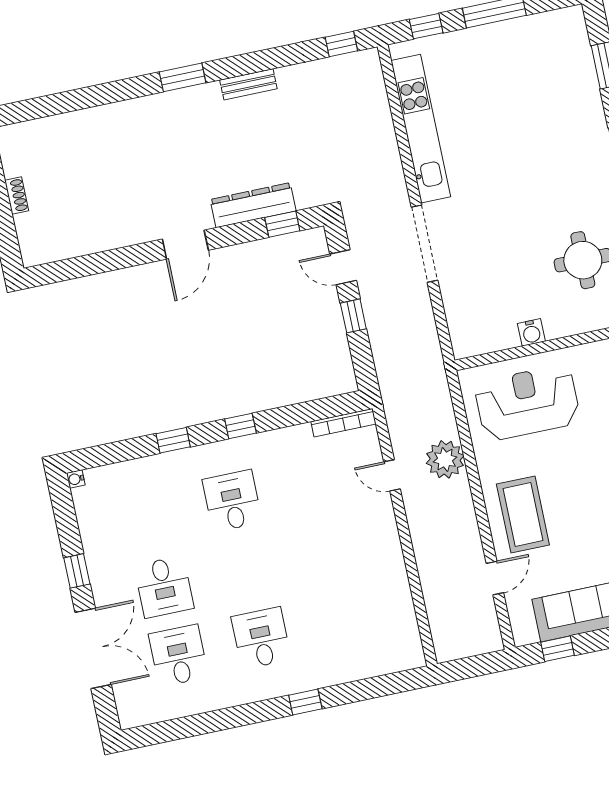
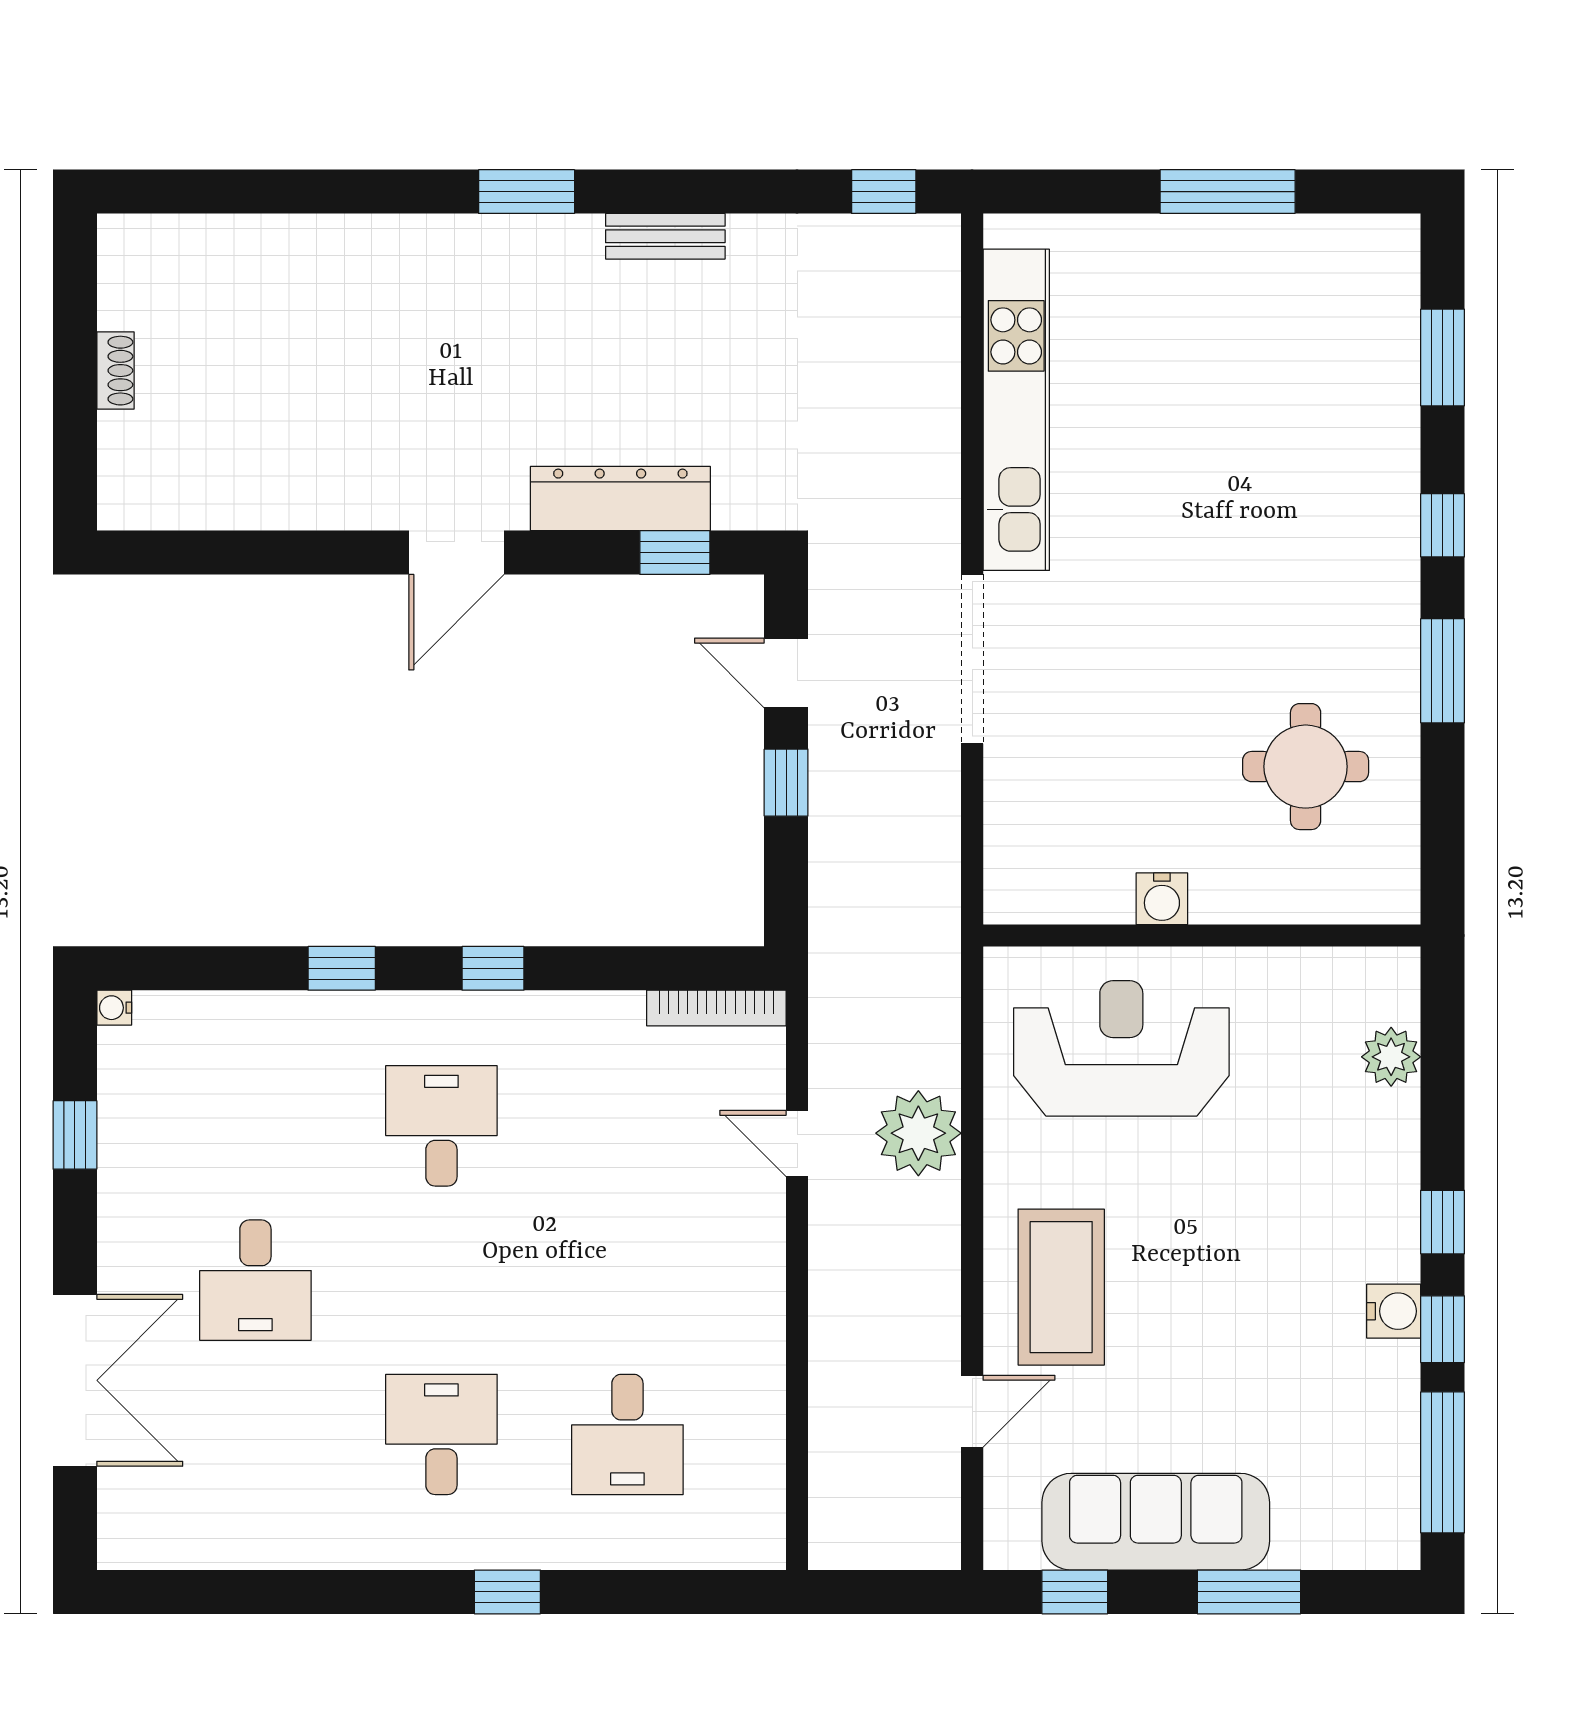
window: (426, 26) -> (1074, 192), removed
window: (77, 571) -> (75, 1135), moved
desk: (178, 656) -> (627, 1434), moved, turned 180

